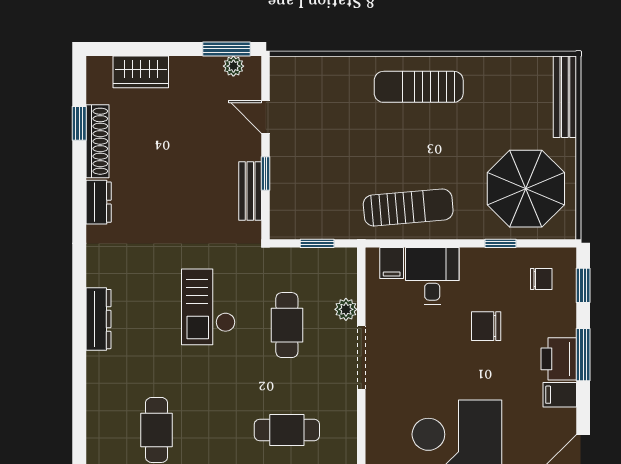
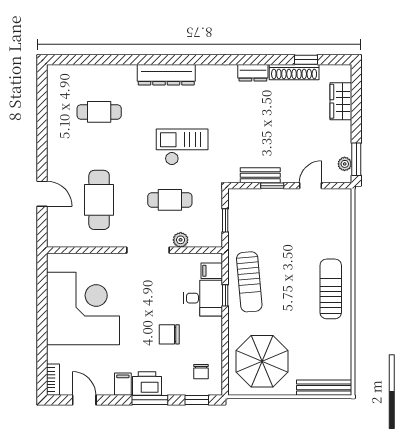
window: (501, 243) -> (225, 295), moved
dresser: (98, 319) -> (166, 75), width x1.37, depth x1.24
chair: (486, 326) -> (169, 334), turned -90
cafe table: (287, 430) -> (99, 200), width x1.37, depth x1.35

